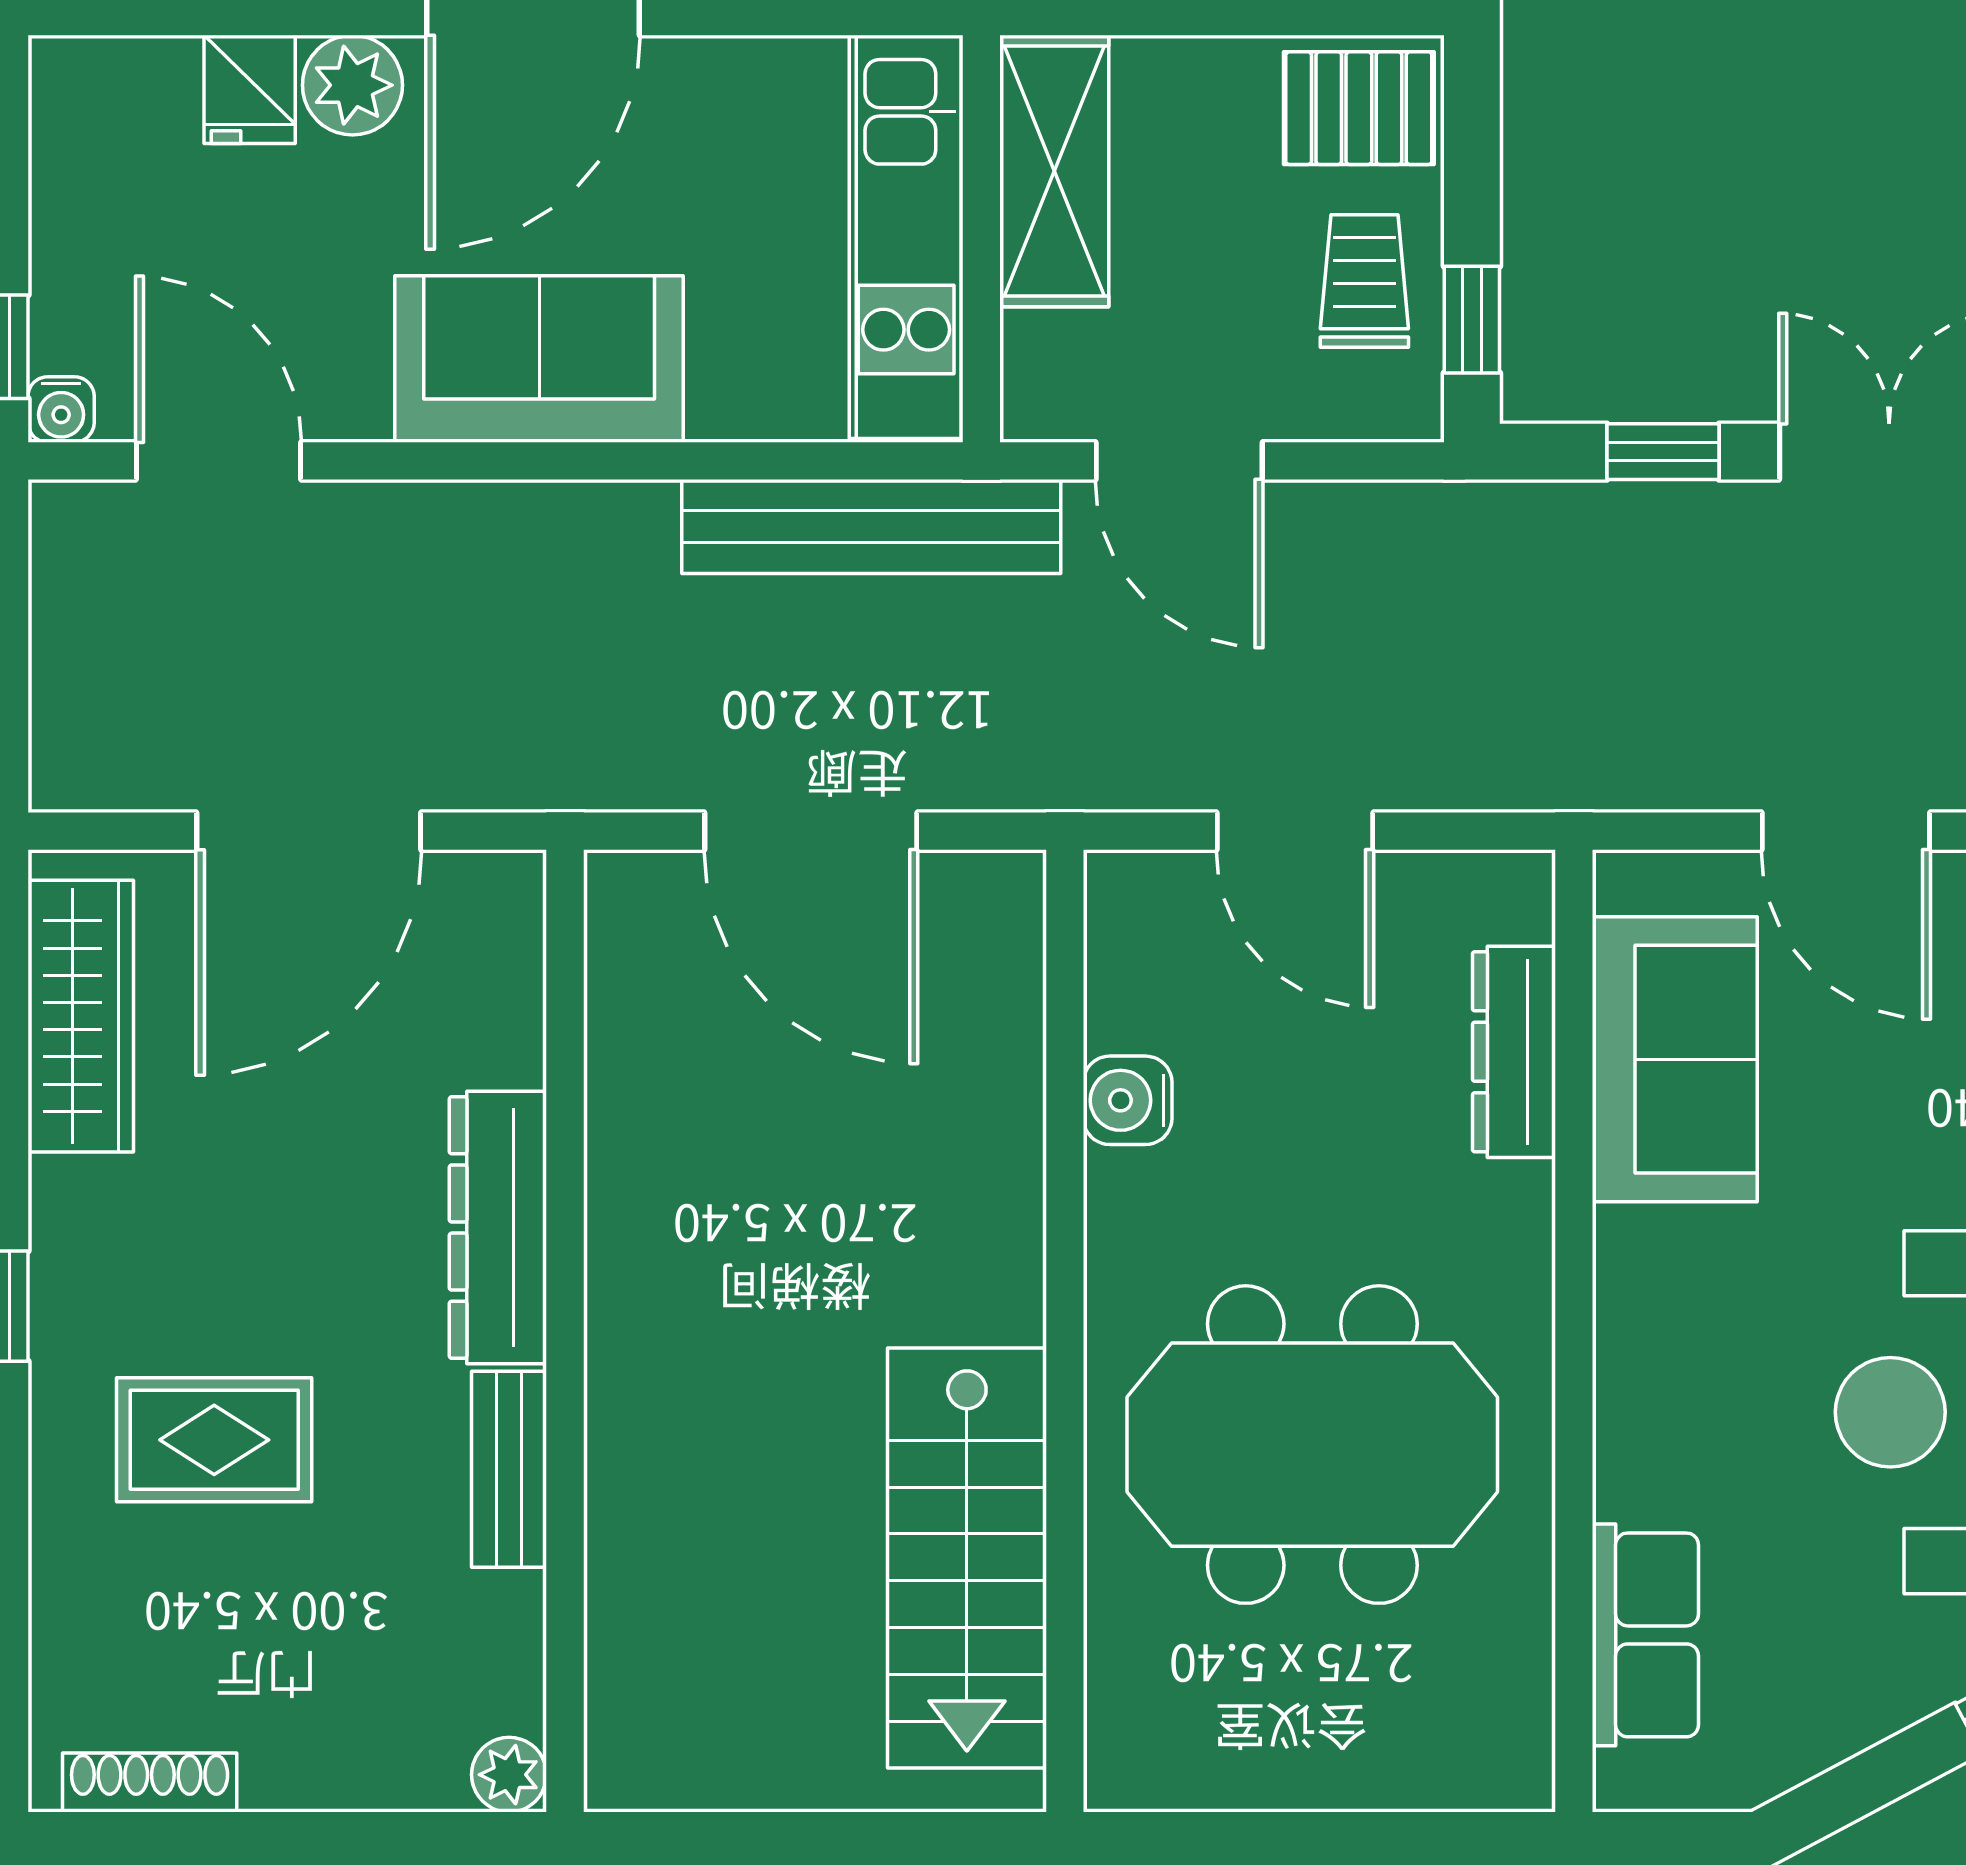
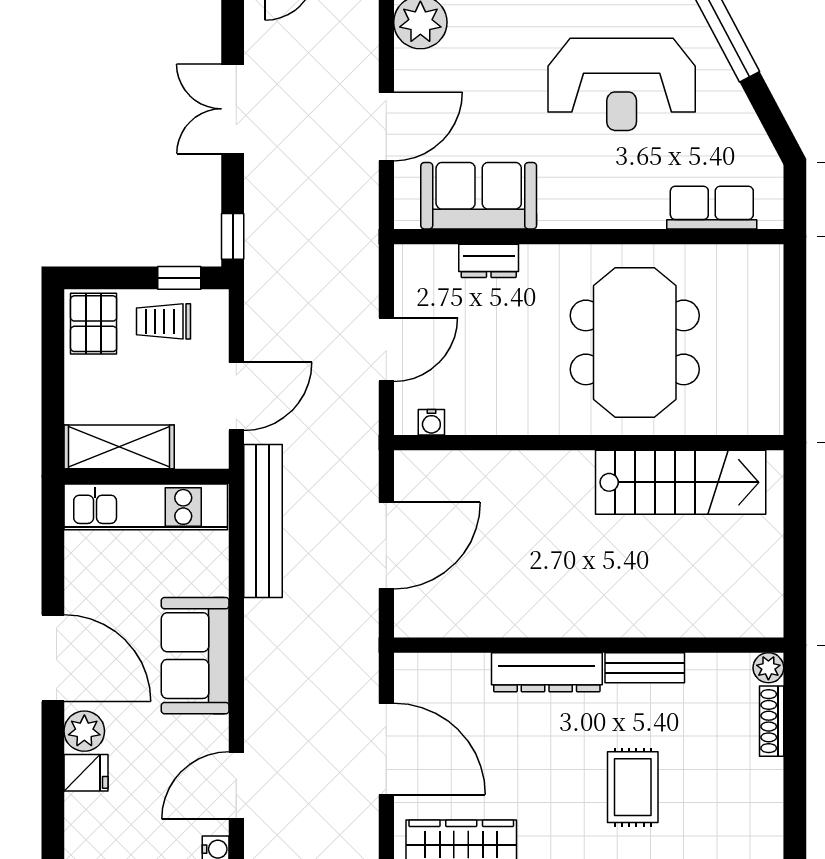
window: (1663, 452) -> (233, 236), moved
dresser: (1514, 1052) -> (489, 261), width x0.70
water cooler: (1128, 1100) -> (431, 422), moved, width x0.72, depth x0.72
shoe rack: (150, 1783) -> (772, 721), moved

